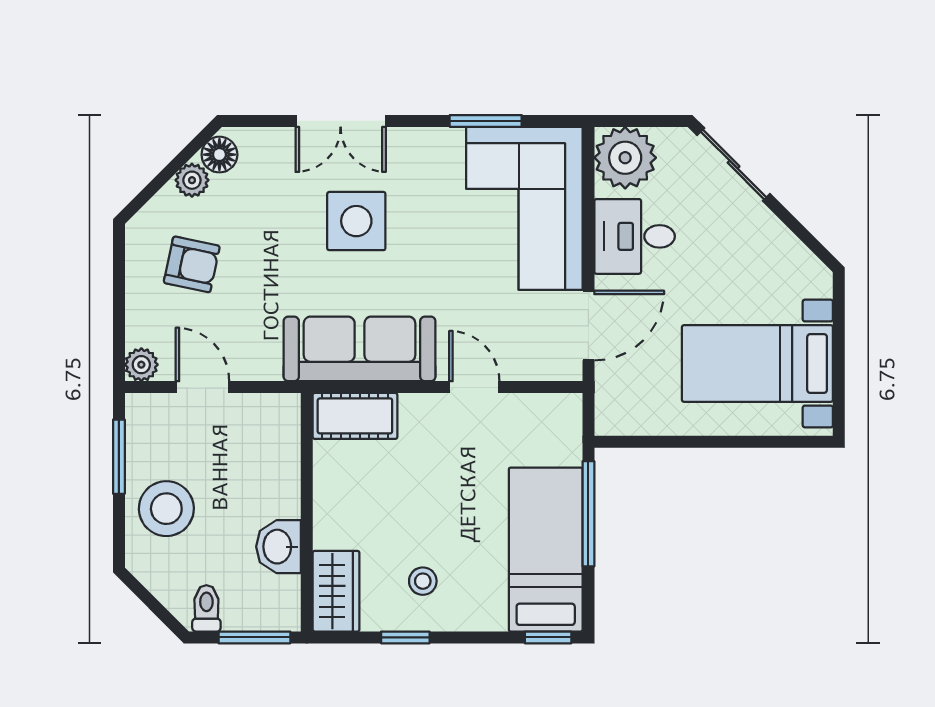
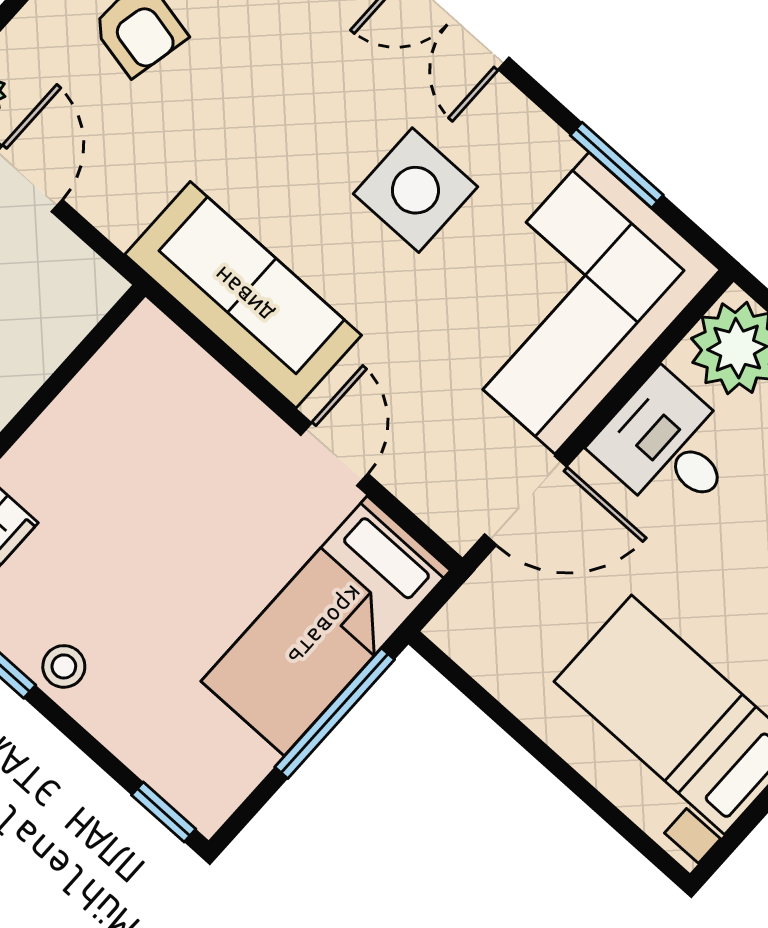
side table: (356, 221) -> (415, 190), moved
cot: (355, 416) -> (170, 366), removed
bed: (546, 550) -> (326, 626), moved, turned 180
stool: (423, 581) -> (64, 666), moved

